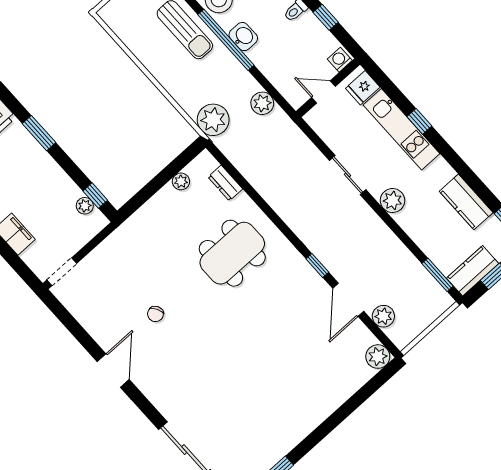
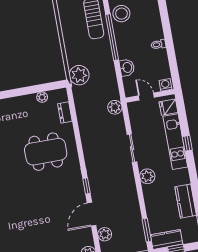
window: (326, 17) -> (172, 58), removed
washbasin: (243, 37) -> (127, 68), moved
plant: (262, 103) -> (115, 107), moved

